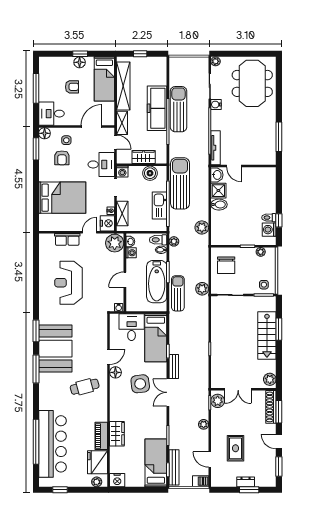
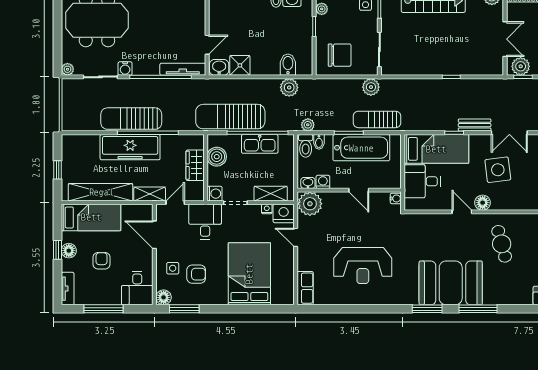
tv unit: (51, 61) -> (68, 289), added
bidet: (219, 205) -> (288, 65), moved
row of seats: (67, 239) -> (305, 288), moved

